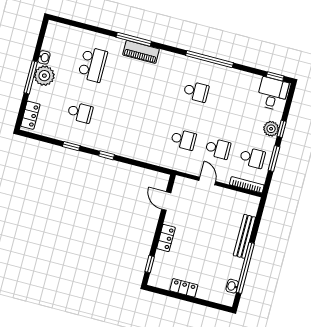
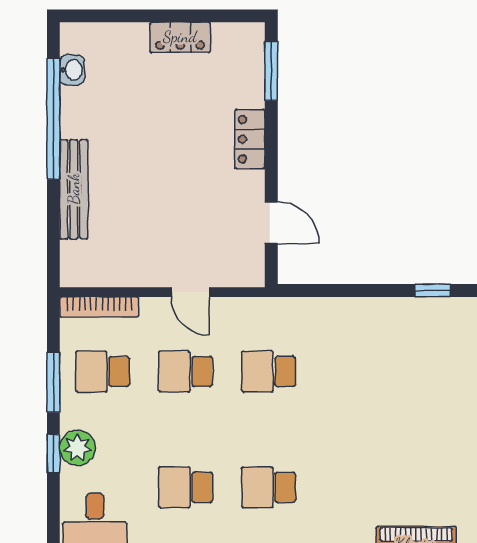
school desk: (231, 101) -> (186, 487), added
window: (150, 264) -> (271, 71), width x1.50

